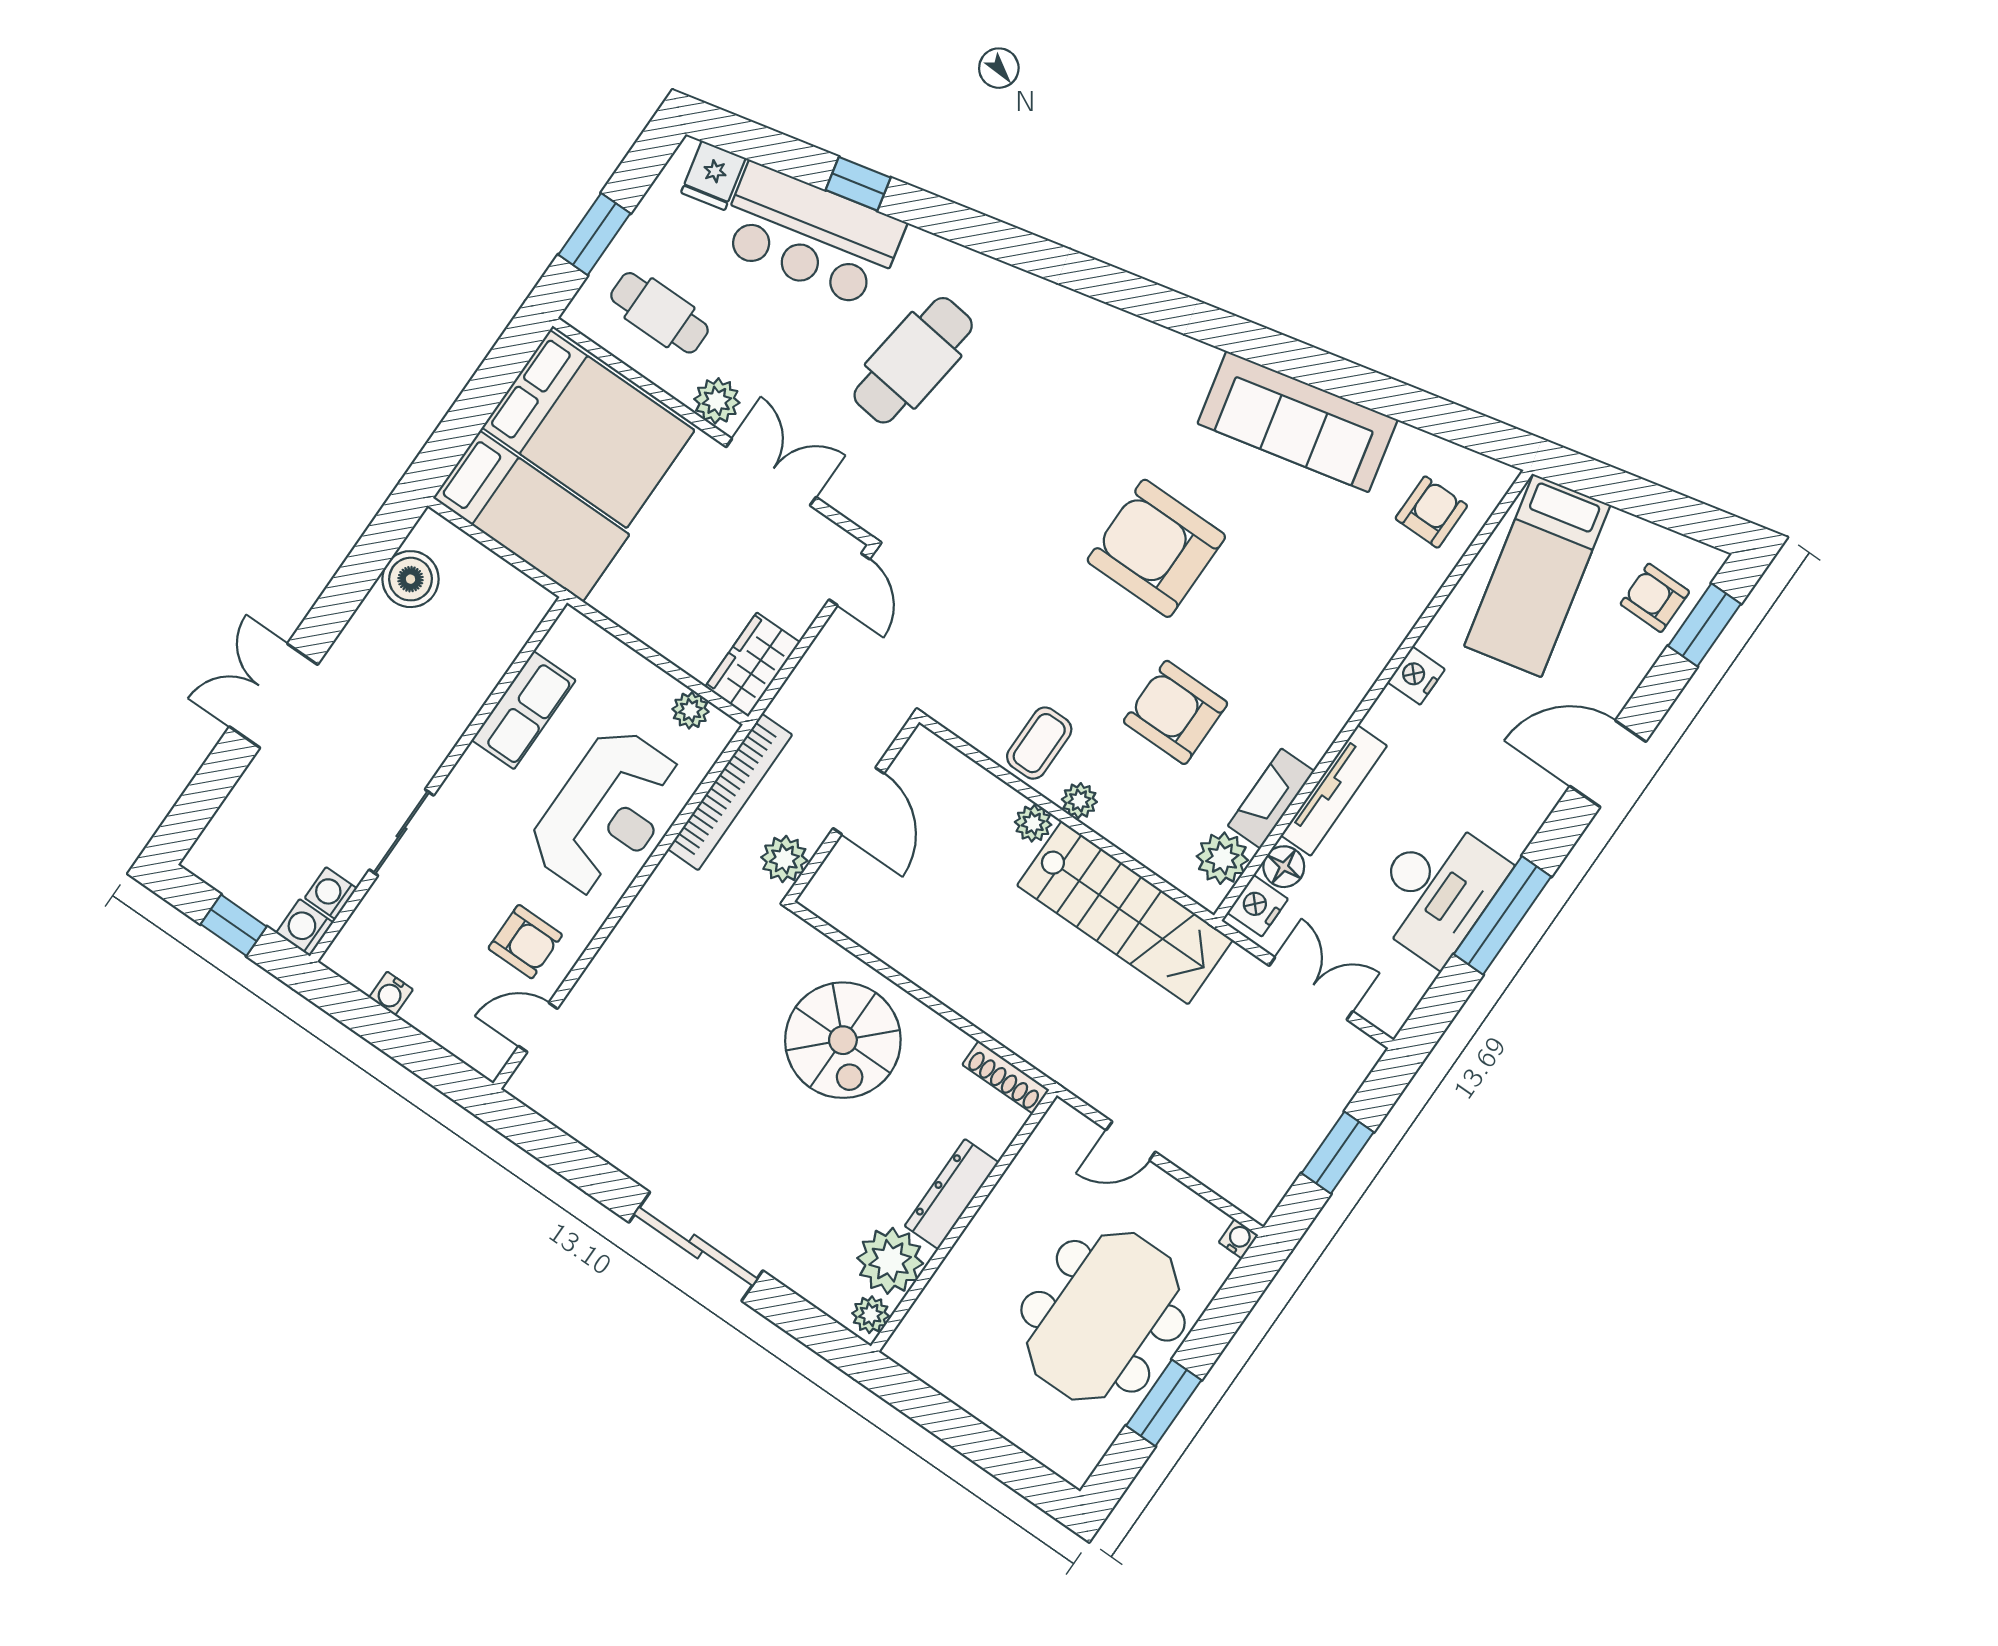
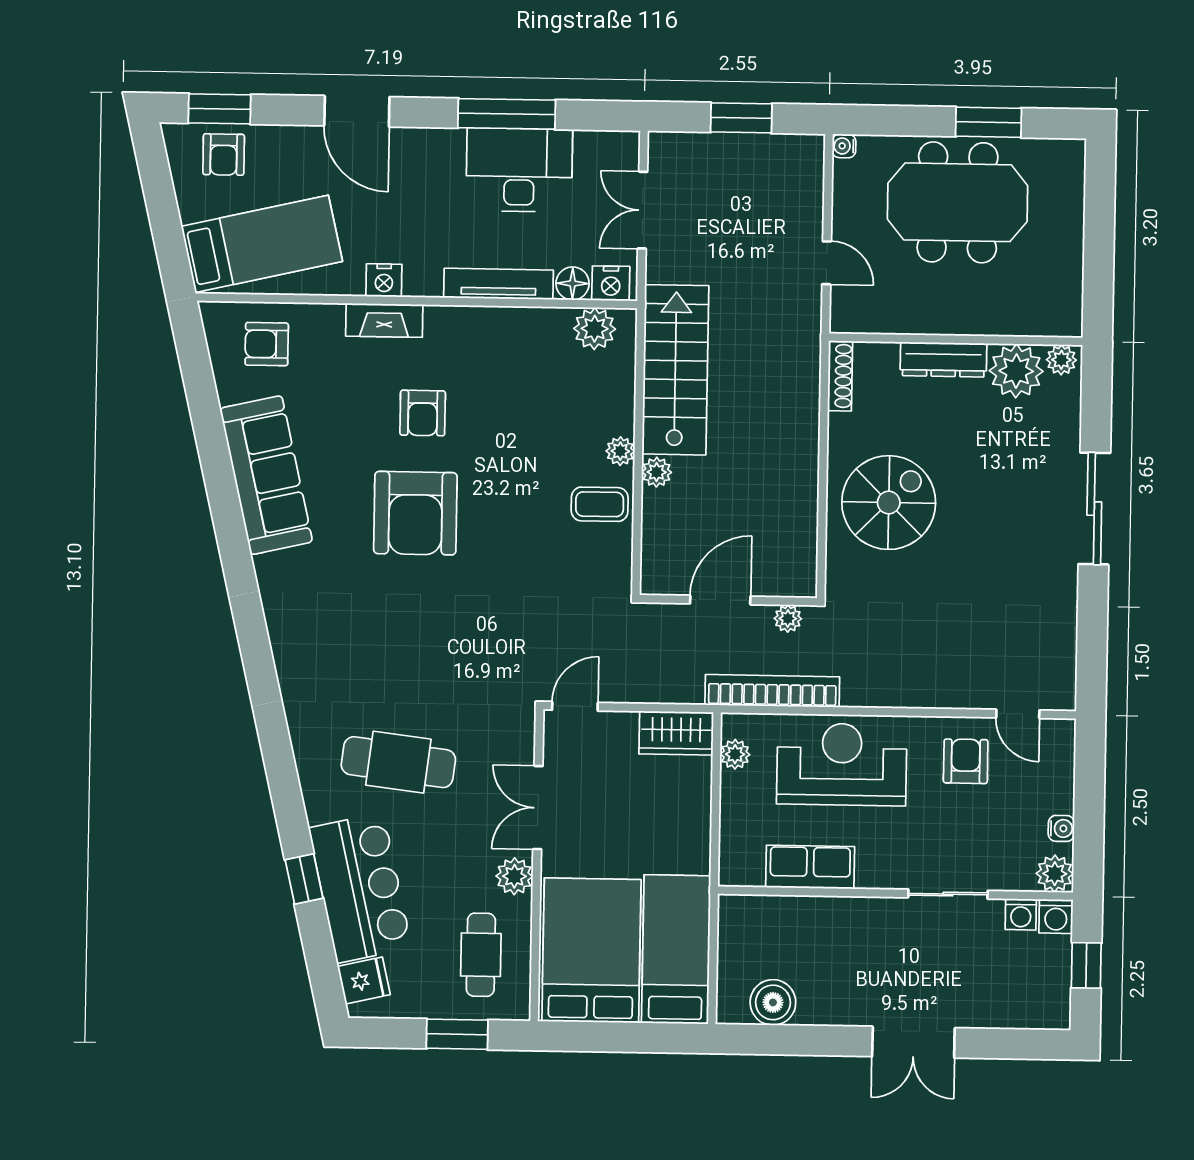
armchair: (1176, 712) -> (423, 413), moved, width x0.72, depth x0.72
fireplace: (1271, 798) -> (384, 320), moved
plant: (784, 859) -> (788, 619), width x0.73, depth x0.73
plant: (349, 956) -> (1055, 874), added

